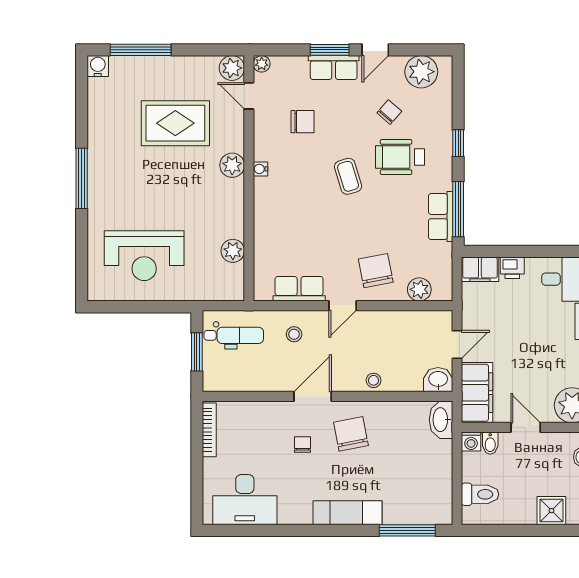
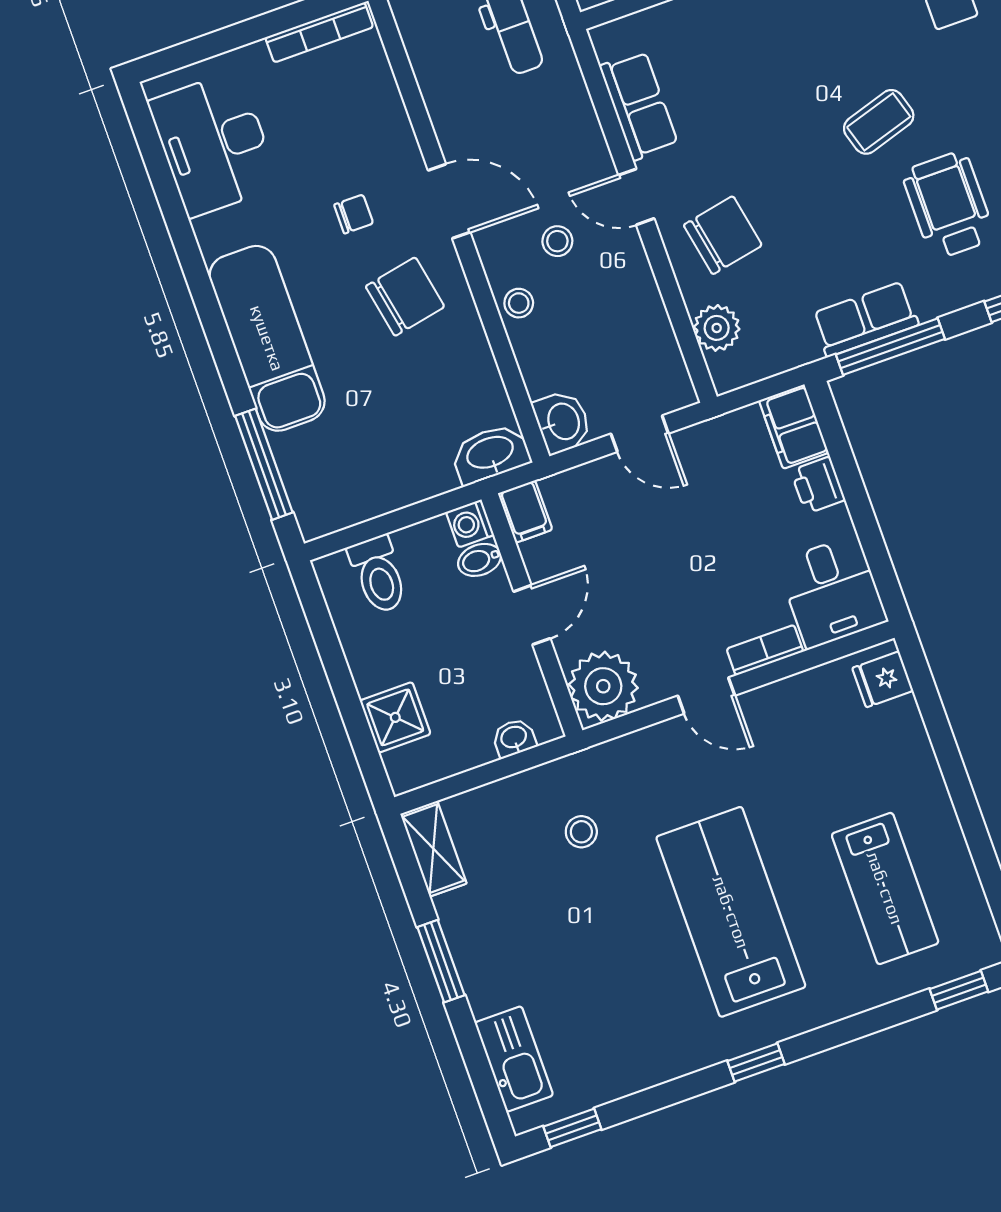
stool: (294, 334) -> (557, 241), moved
filing cabinet: (477, 393) -> (525, 512), width x0.33, depth x0.86
exam couch: (347, 513) -> (267, 338), width x1.36, depth x1.45

